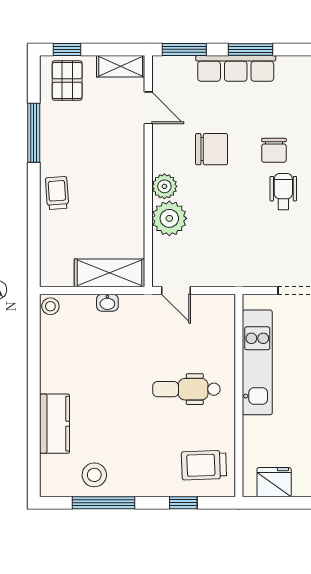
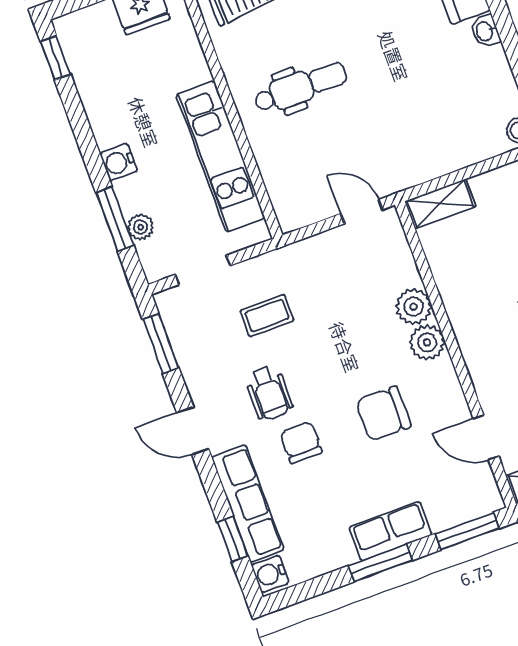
row of seats: (236, 68) -> (391, 531), width x0.68
plant: (169, 218) -> (414, 307), width x0.73, depth x0.73
coffee table: (265, 244) -> (267, 316), added
shelving: (110, 273) -> (440, 204), width x0.67, depth x0.75
washbasin: (107, 303) -> (485, 31), moved, turned -90

